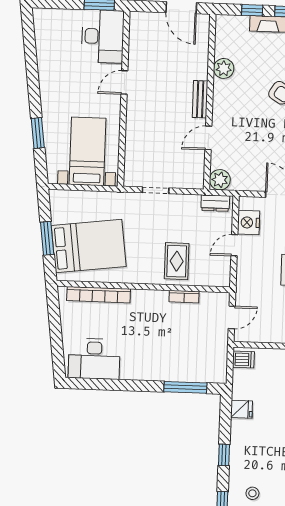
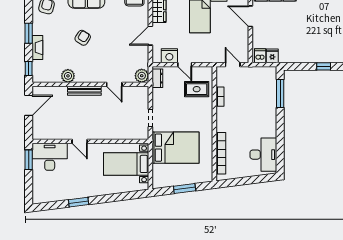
window: (252, 10) -> (29, 68), moved
bench: (200, 99) -> (84, 91), width x1.36
window: (38, 133) -> (79, 202), moved
bed: (89, 246) -> (175, 148), moved, turned 97
rug: (177, 261) -> (197, 89), moved
fridge: (242, 409) -> (272, 56), moved

